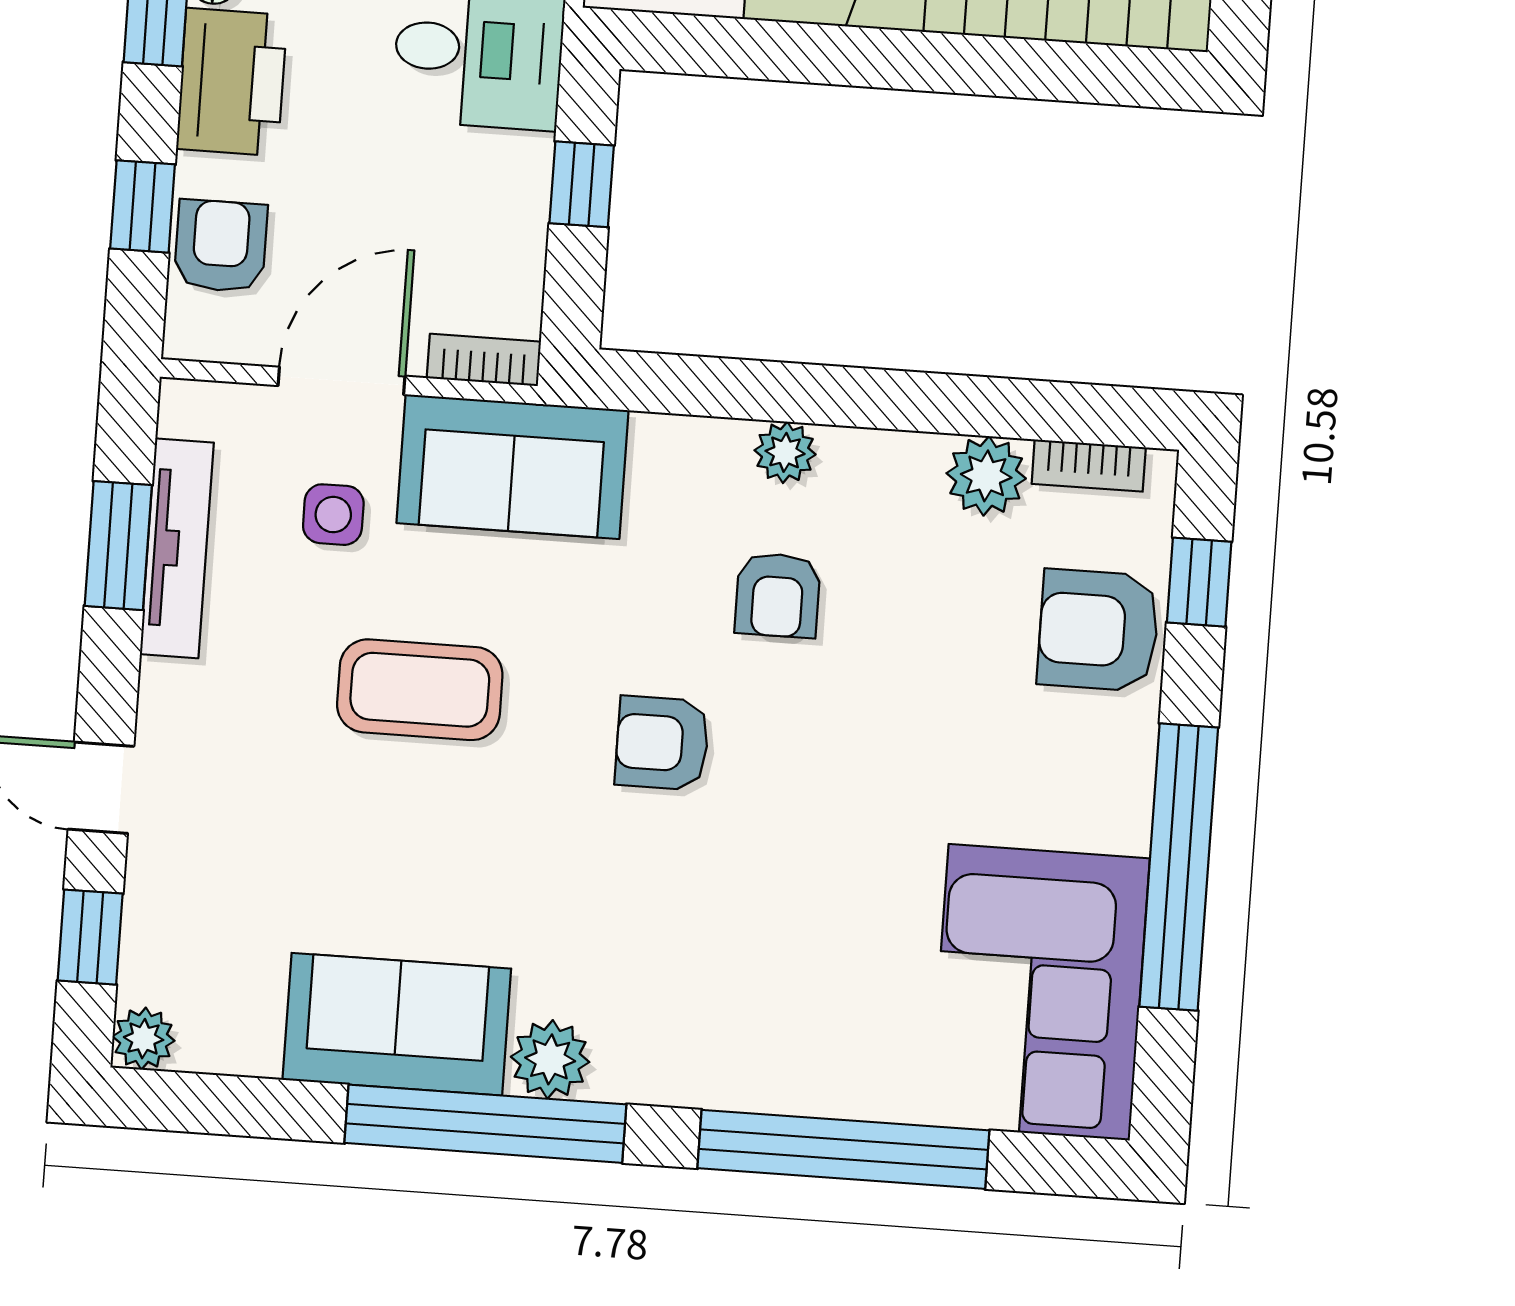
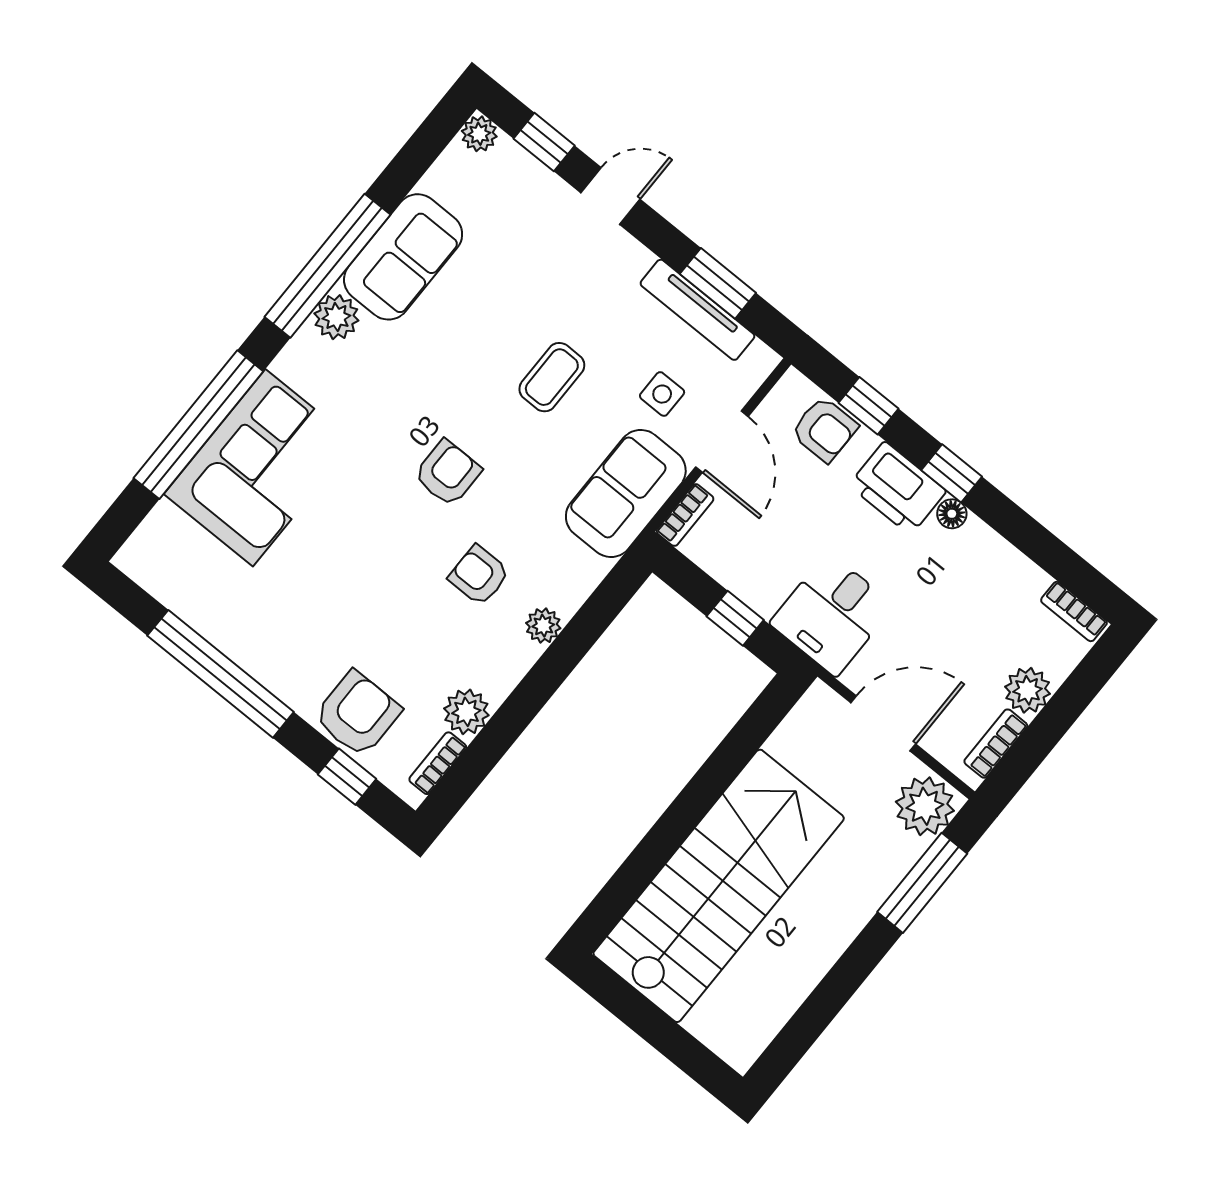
coffee table: (420, 690) -> (552, 377), width x0.73, depth x0.77
corner sofa: (1039, 992) -> (259, 468), moved, turned 90

